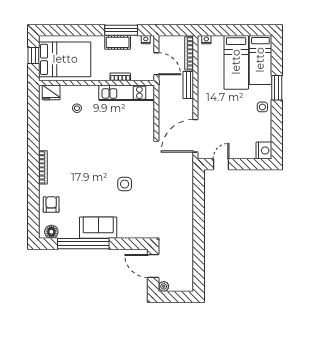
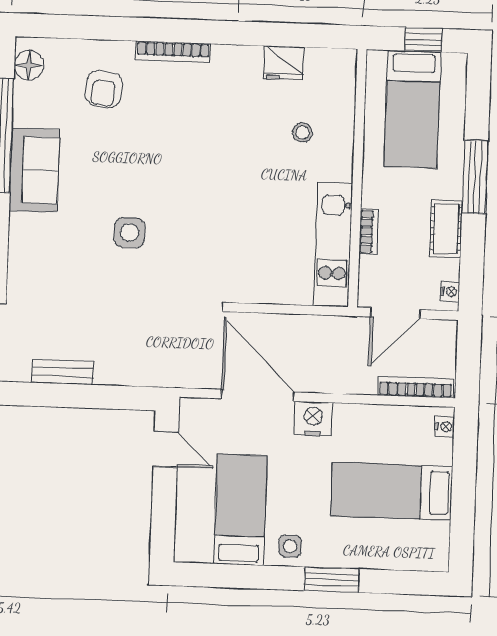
window: (121, 30) -> (475, 177), moved
bed: (65, 59) -> (412, 109), width x0.67
bed: (260, 60) -> (240, 510), moved, turned 90
bench: (188, 85) -> (62, 372), moved
fridge: (51, 92) -> (284, 63), moved, turned -90
door: (195, 136) -> (258, 395), moved
nightstand: (264, 151) -> (313, 419), moved, turned 180
armchair: (51, 204) -> (104, 89), moved, turned 97

